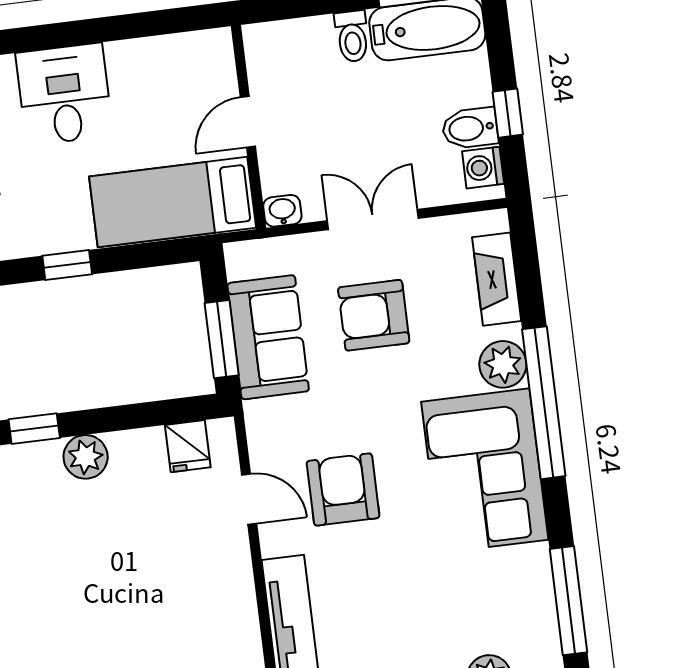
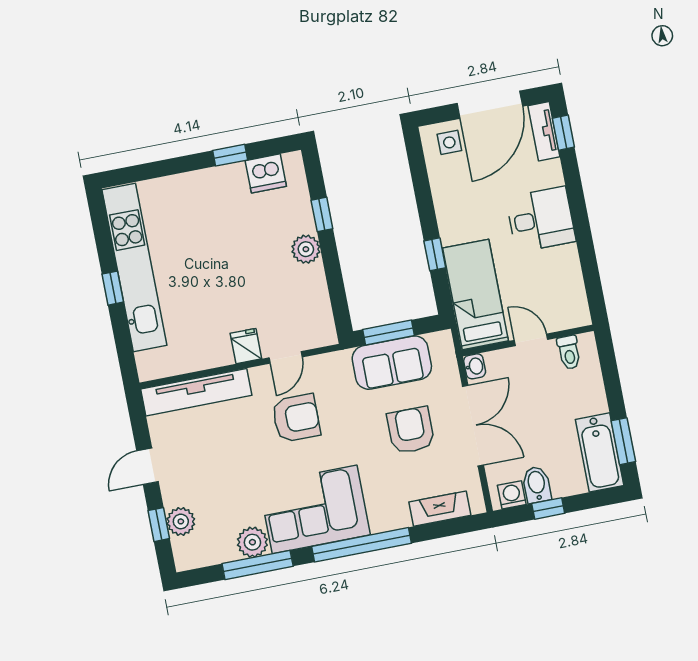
toilet: (352, 36) -> (569, 352), moved, turned -90
double door: (373, 219) -> (473, 426), width x1.37
window: (67, 265) -> (435, 254), moved
plant: (503, 364) -> (252, 542), moved
fridge: (188, 446) -> (246, 346), moved, turned 90
window: (568, 601) -> (258, 565), moved

